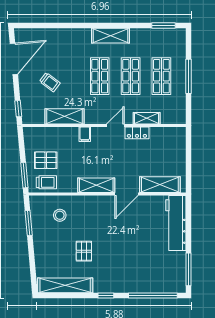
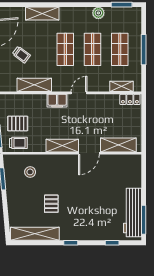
plant: (137, 35) -> (98, 13), added
shelving: (110, 36) -> (42, 14), moved
shelving: (147, 118) -> (121, 86), moved
locker: (137, 133) -> (130, 99), moved
filing cabinet: (85, 134) -> (57, 101), width x2.00
workbench: (176, 223) -> (132, 212), moved
window: (153, 295) -> (112, 243), width x0.32

